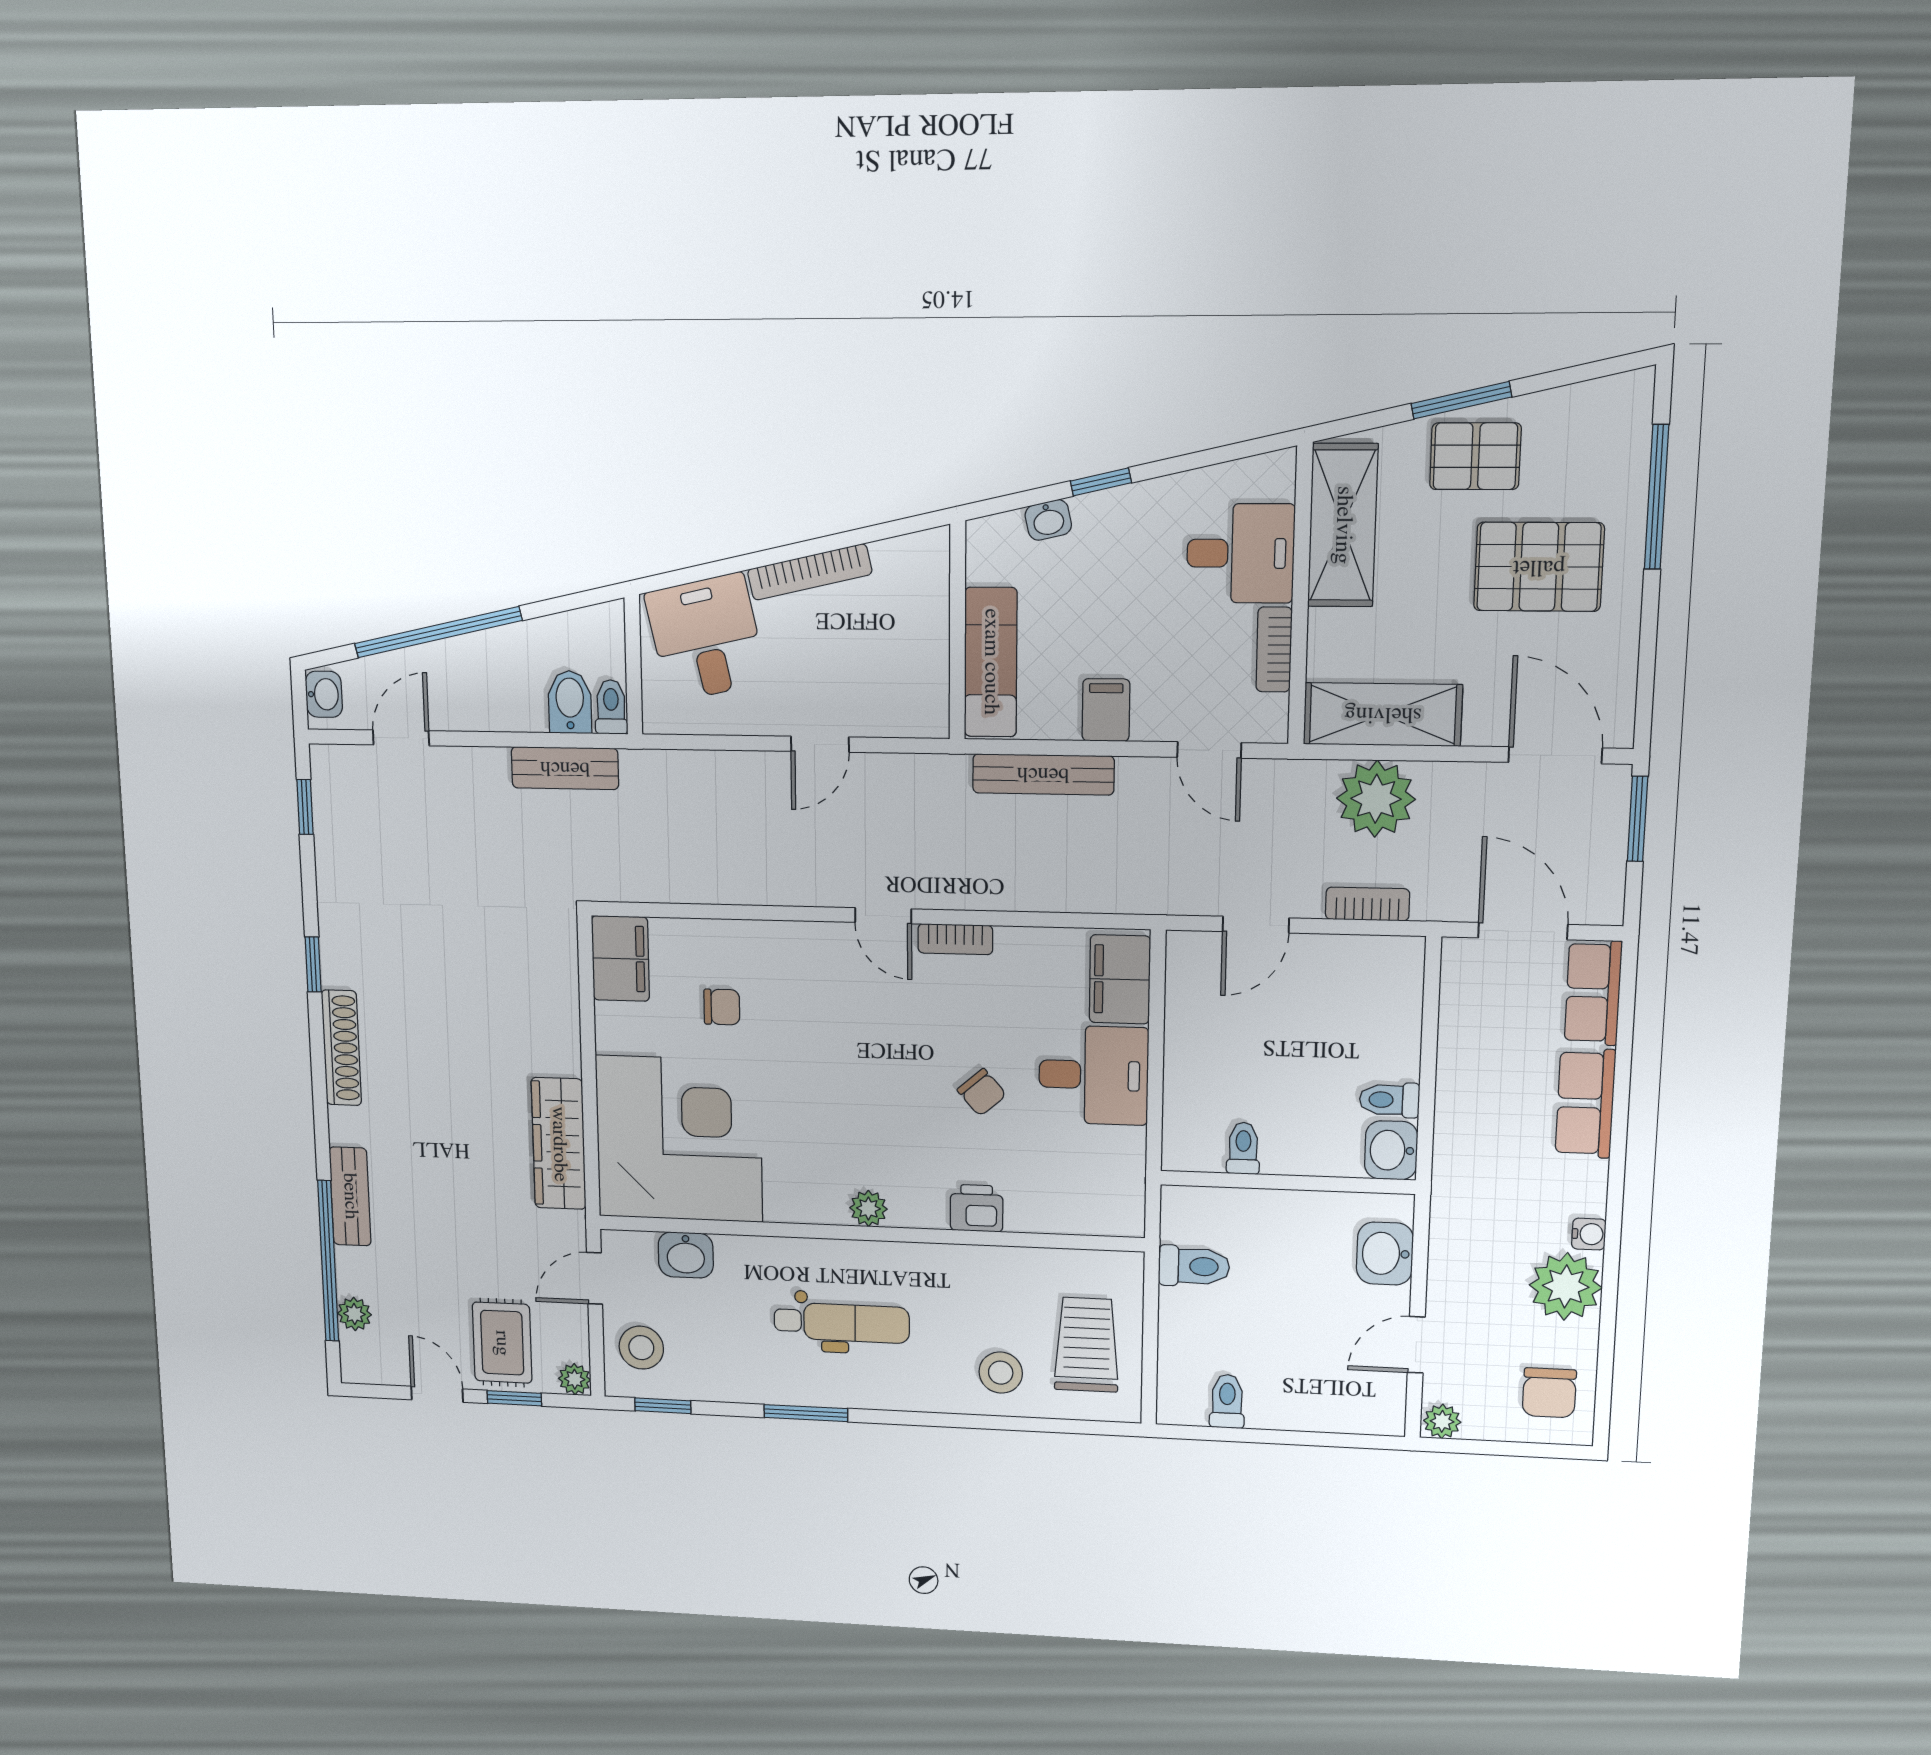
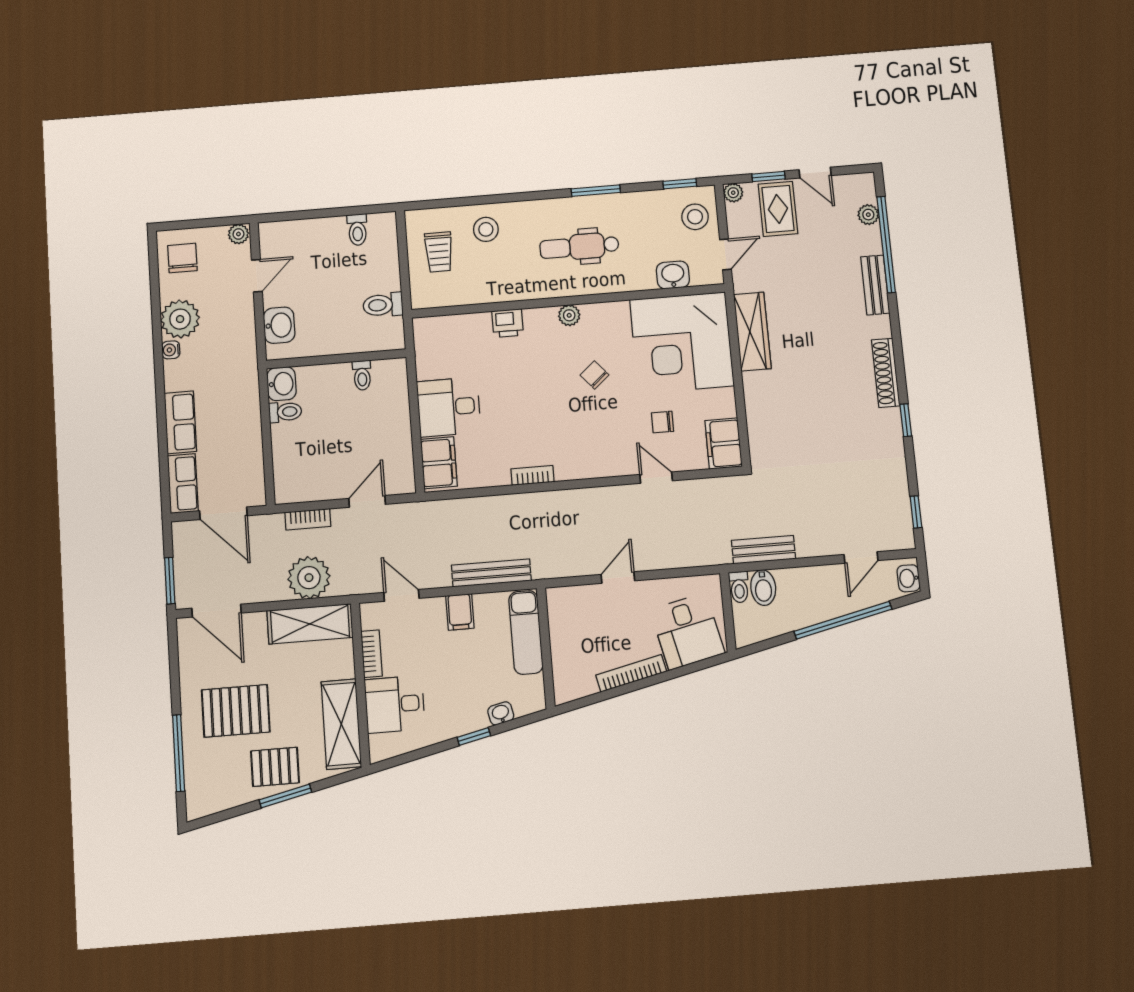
door: (883, 916) -> (656, 478), moved
chair: (982, 1092) -> (595, 375), moved
trolley: (1087, 1345) -> (439, 252), width x0.73, depth x0.72

